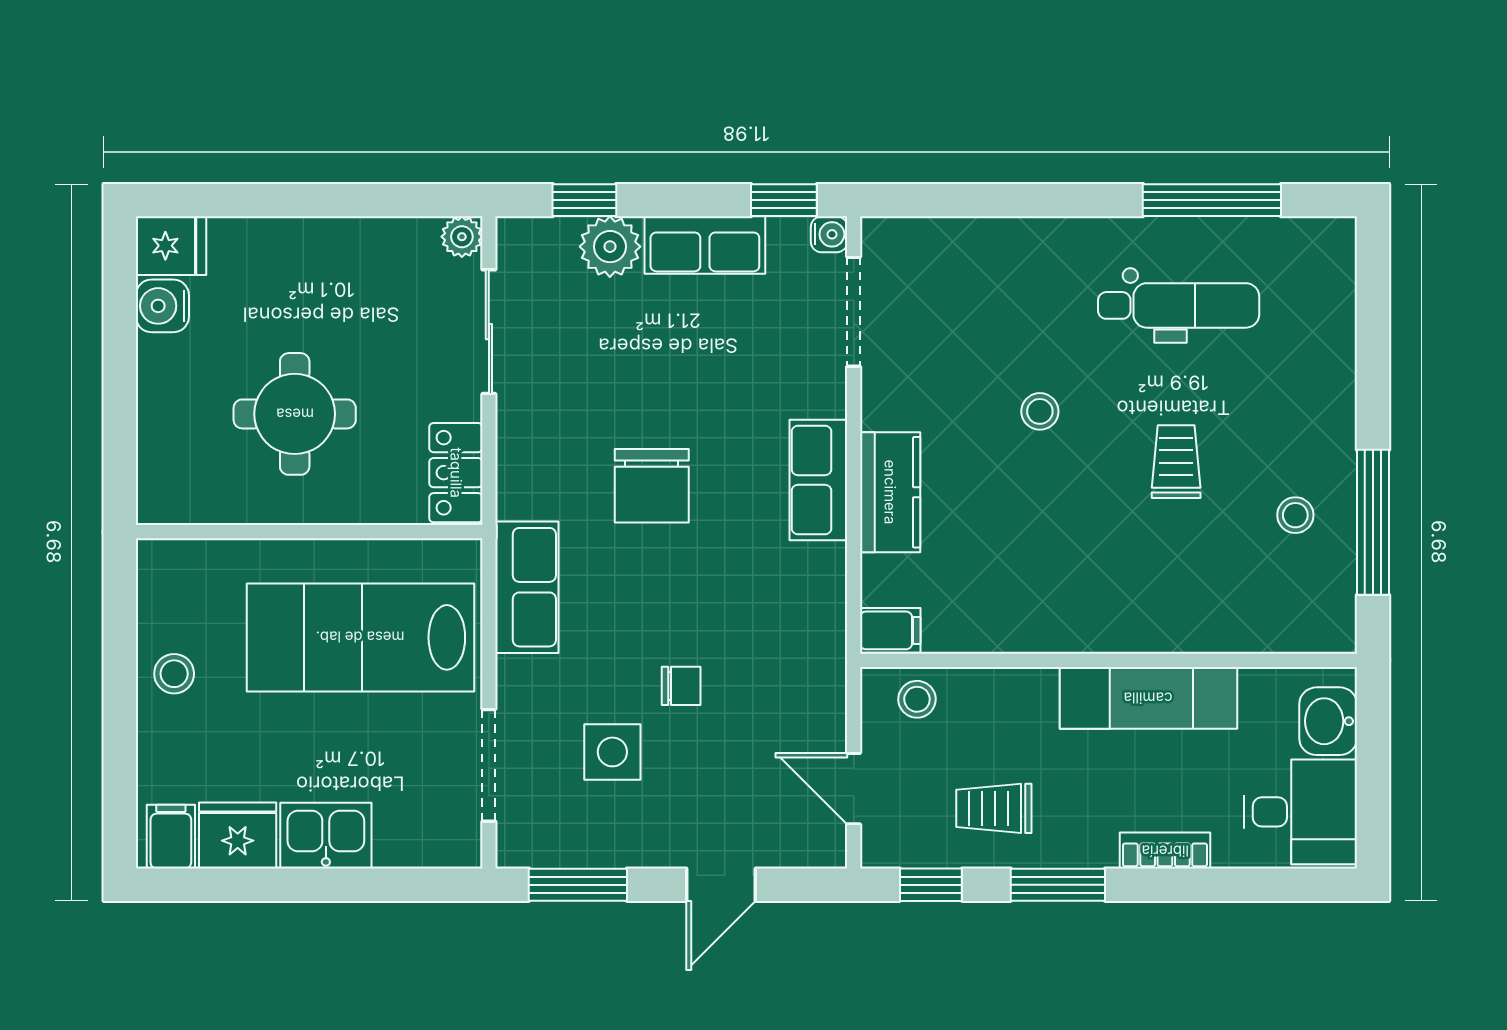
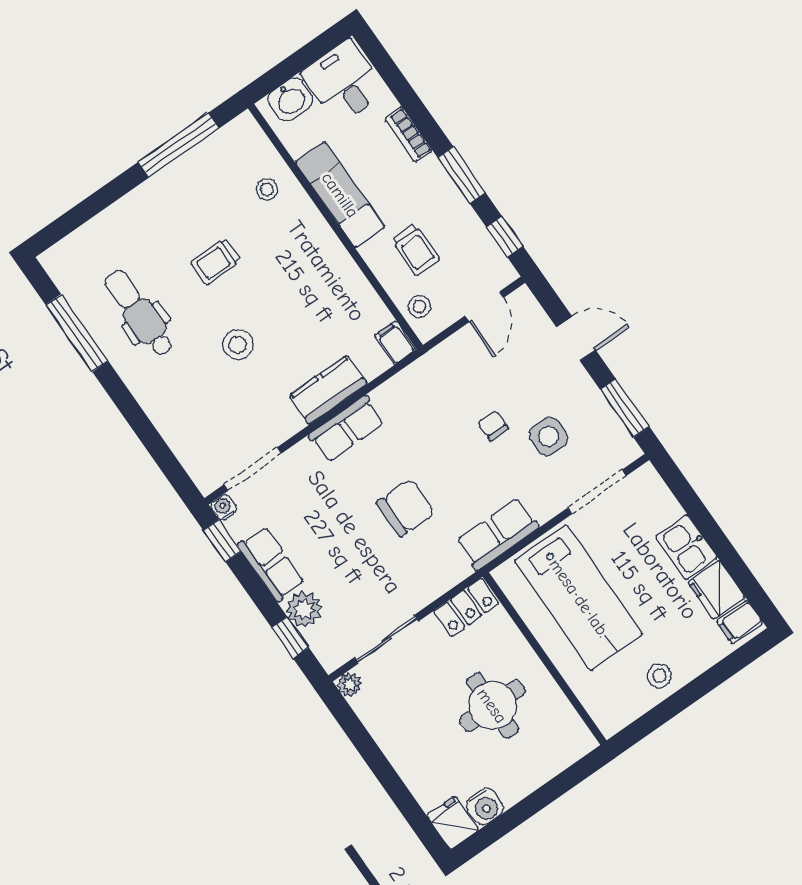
stool: (1040, 411) -> (238, 345), width x1.37, depth x1.37
stool: (1295, 515) -> (267, 189), moved
trolley: (994, 808) -> (416, 250), moved

